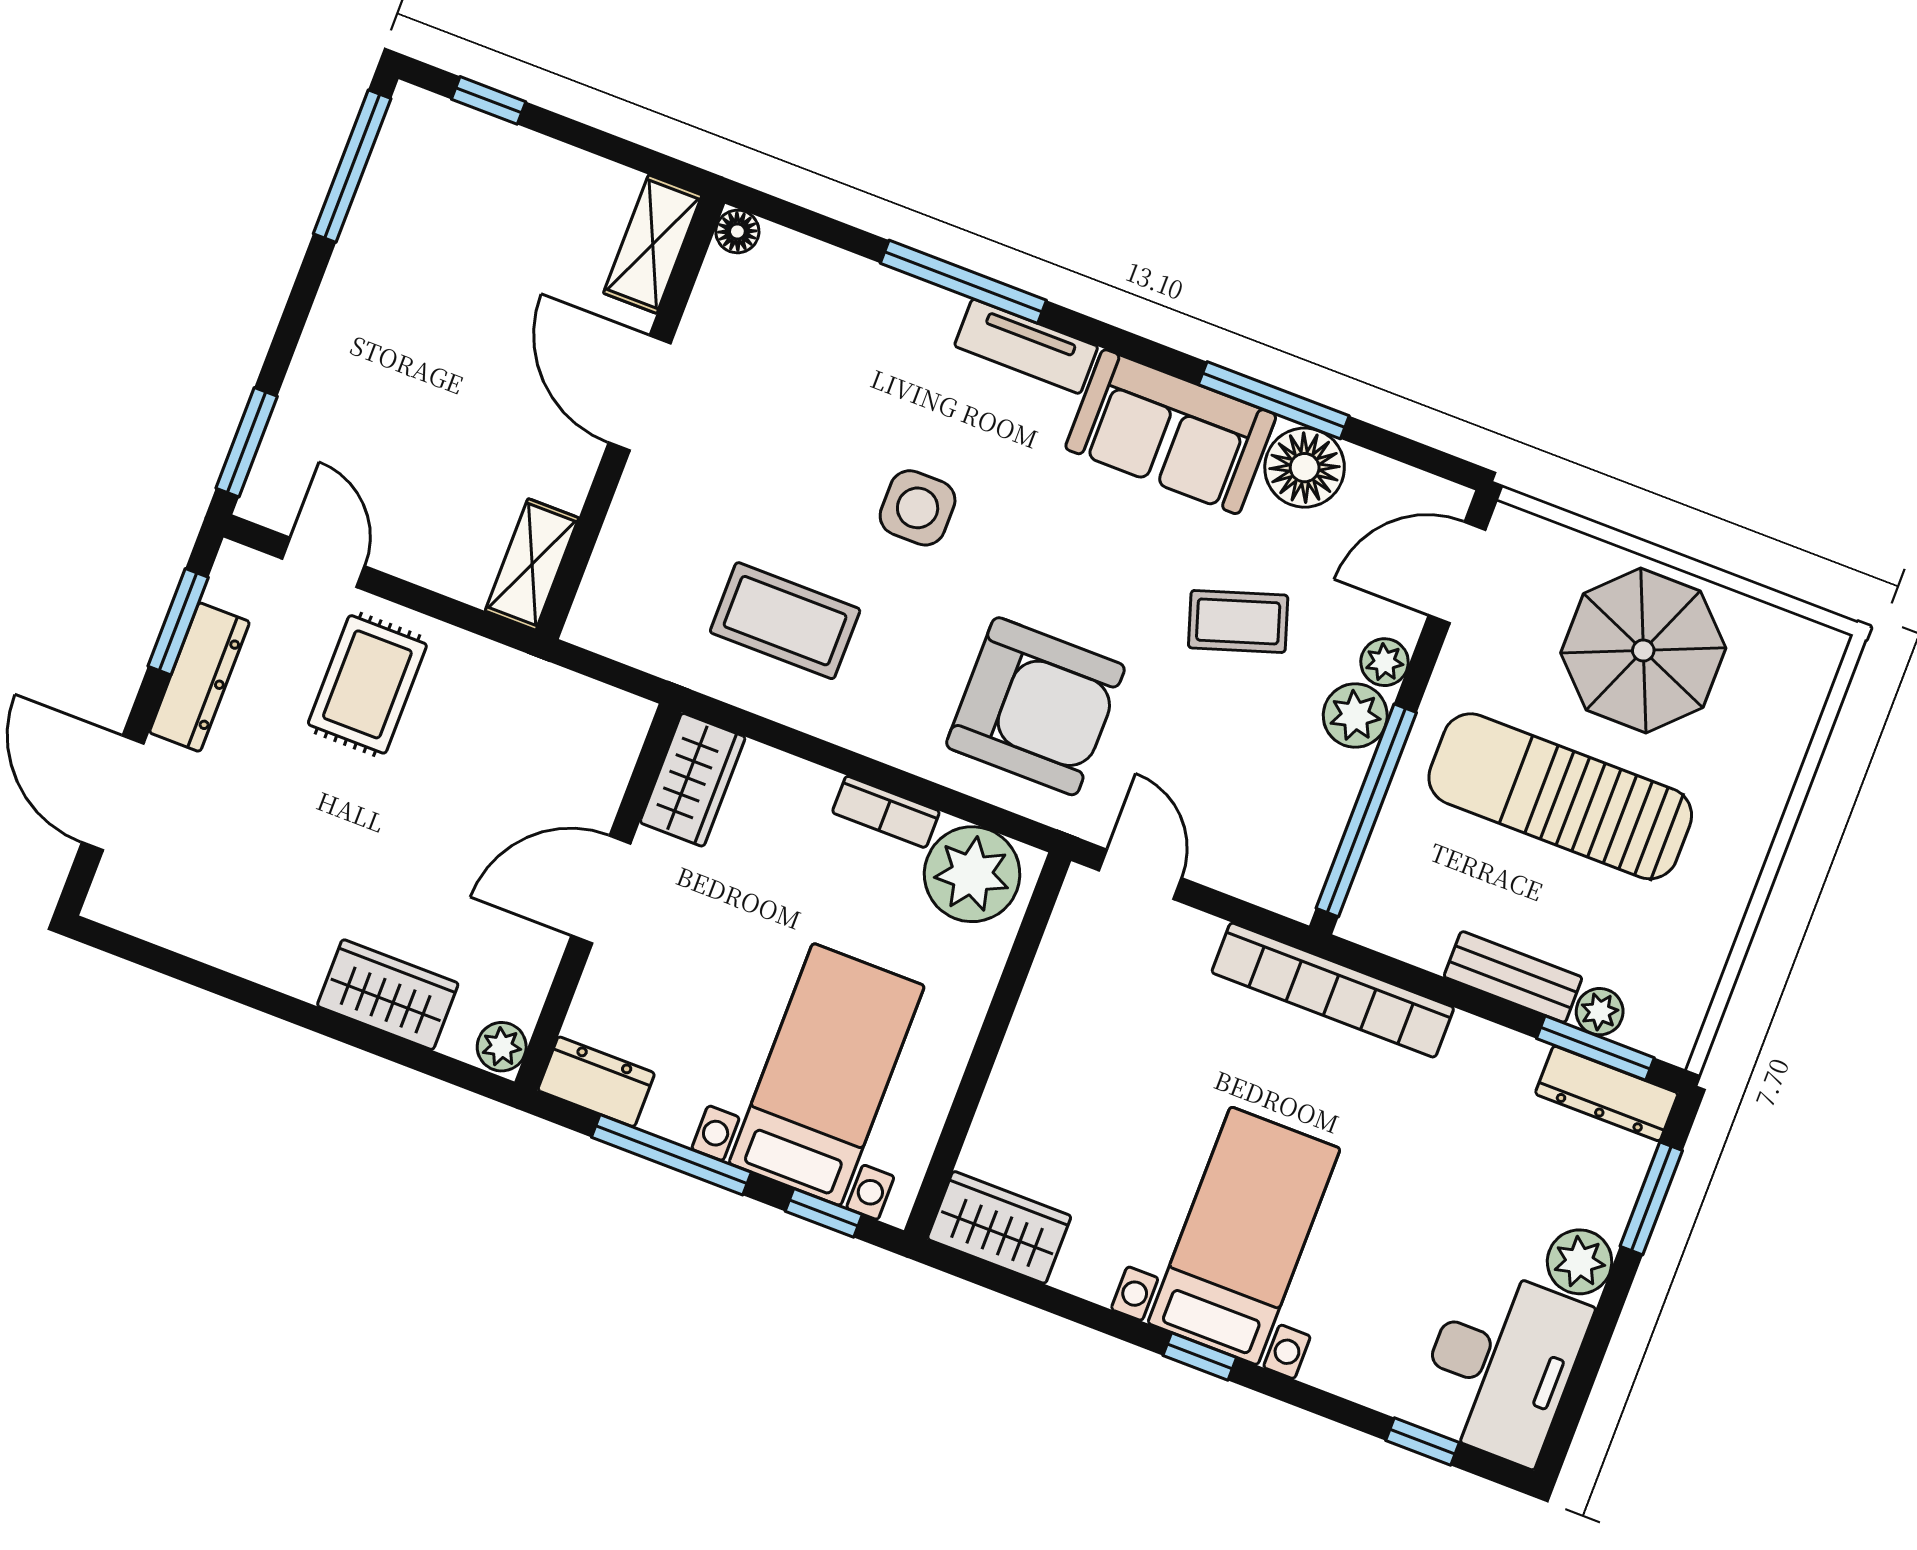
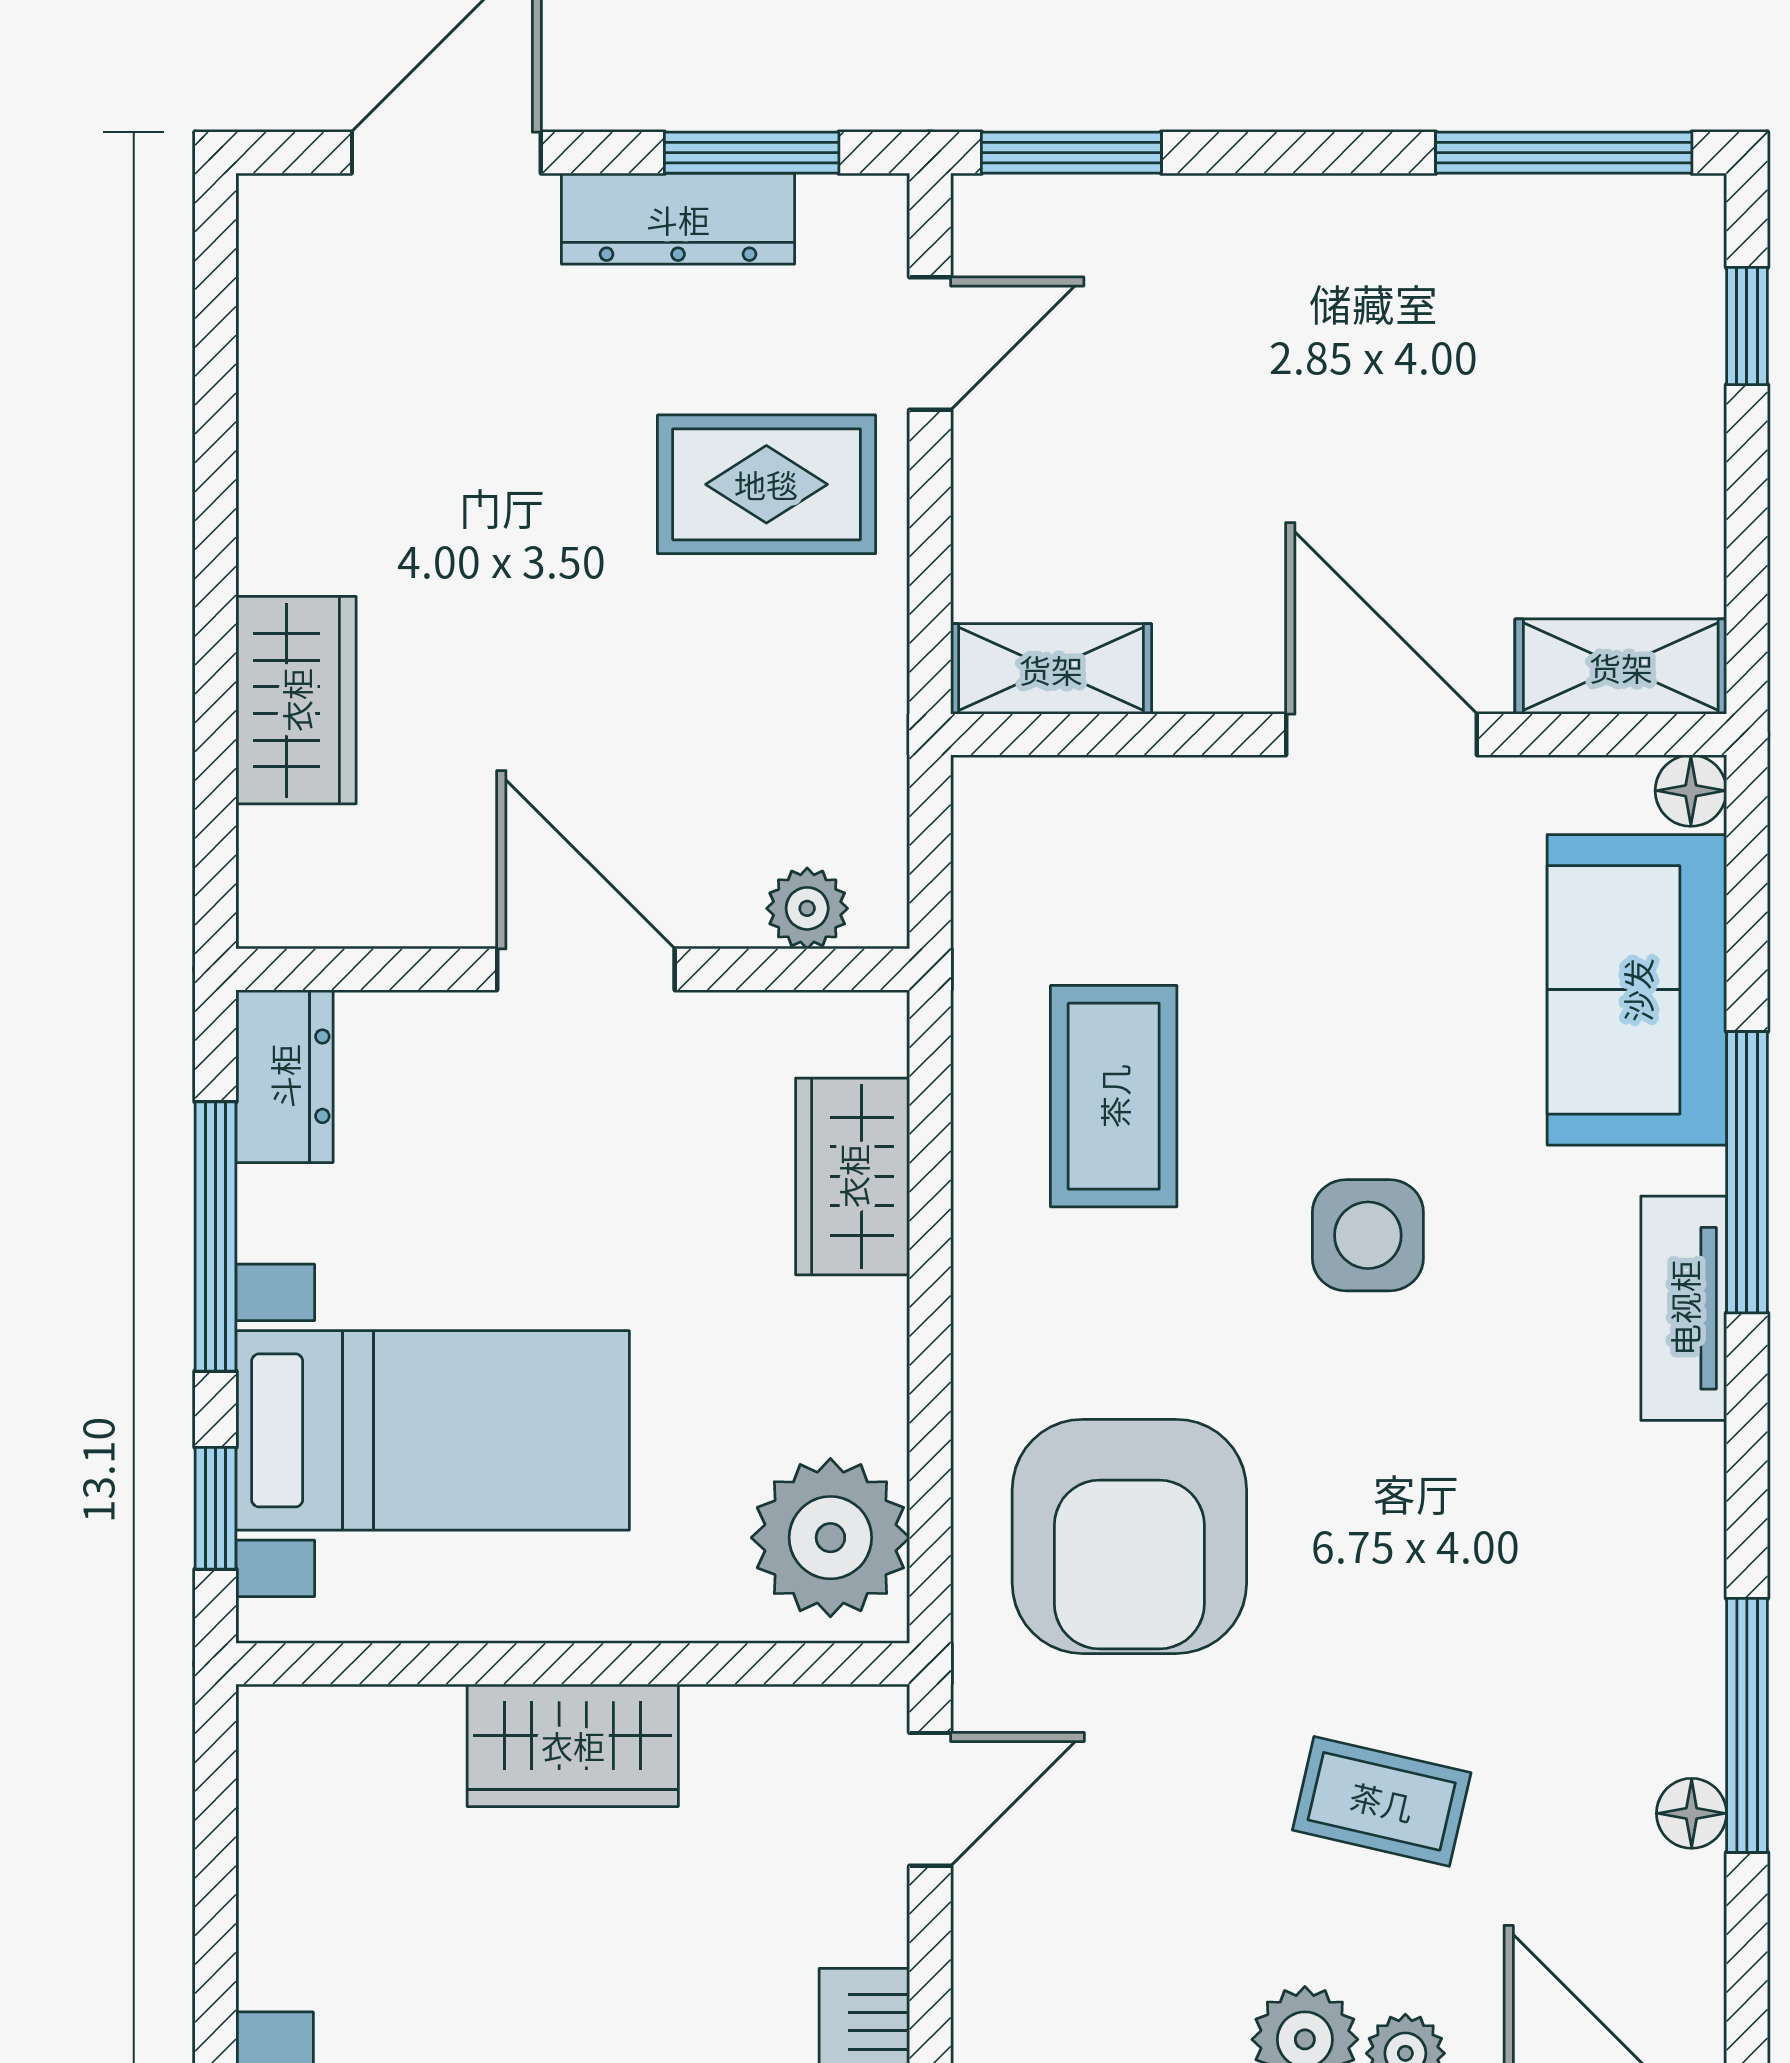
door: (640, 393) -> (1381, 735), hinge flipped
sofa: (1171, 432) -> (1637, 990), moved
floor lamp: (1305, 468) -> (1692, 1813), width x0.53, depth x0.53
coffee table: (1238, 621) -> (1382, 1801), turned -59
wardrobe: (693, 780) -> (853, 1176), moved, turned 90
bookcase: (886, 812) -> (876, 1367), removed
plant: (502, 1047) -> (807, 908), moved
wardrobe: (999, 1227) -> (573, 1745), moved, turned 90

